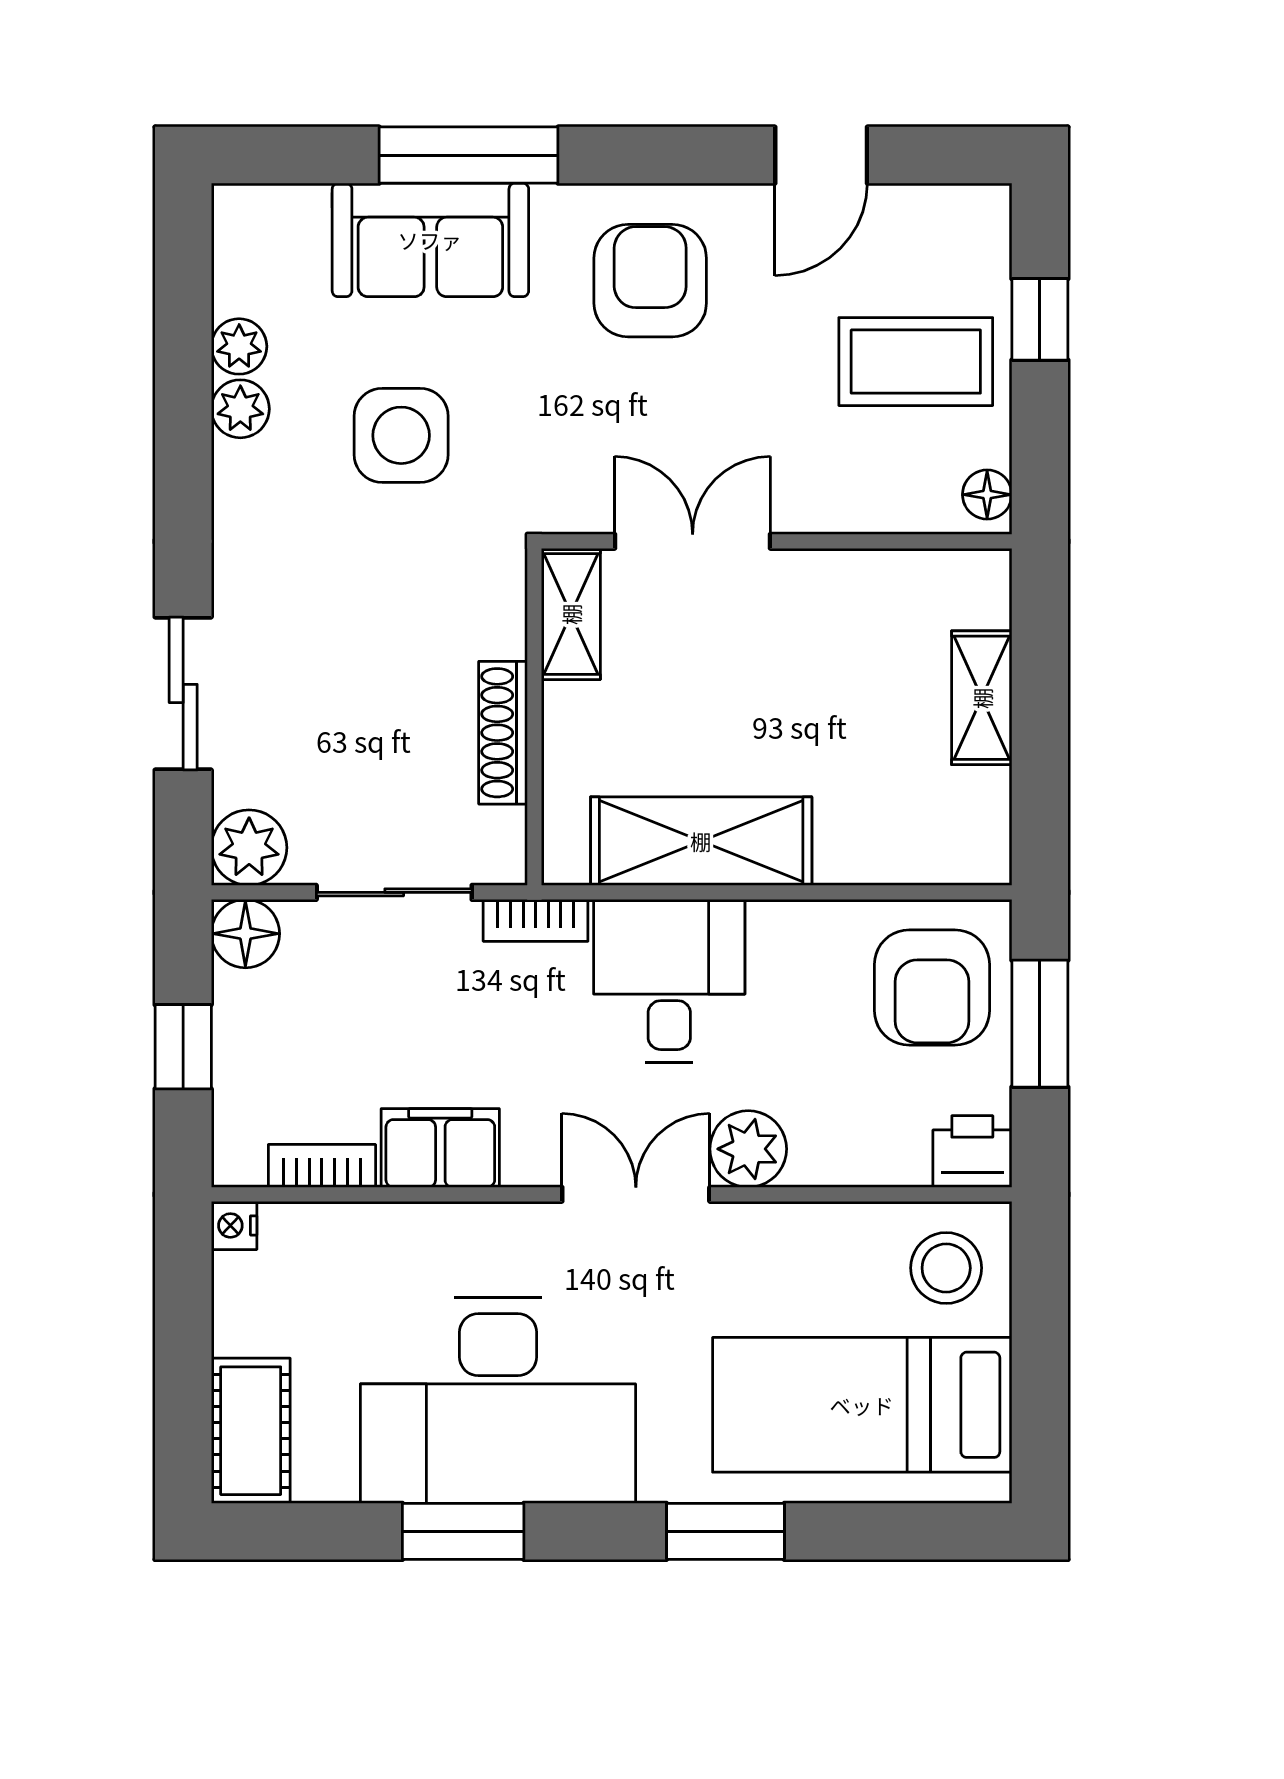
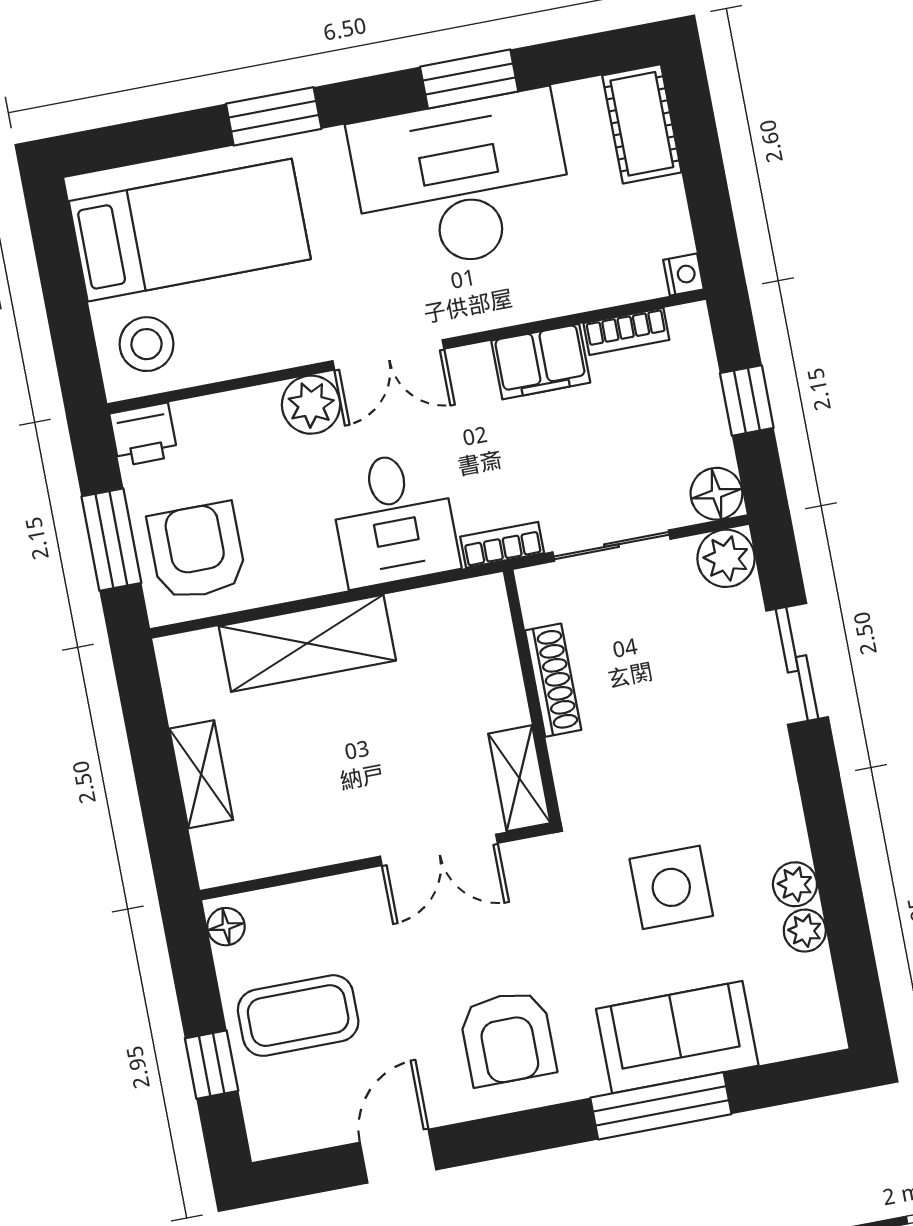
shelving: (701, 841) -> (307, 643), moved

